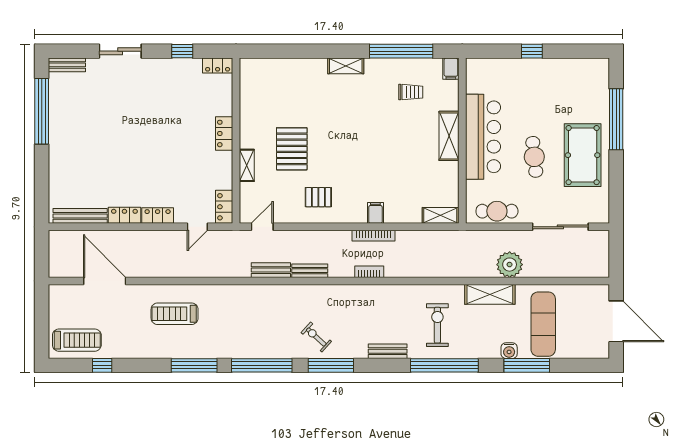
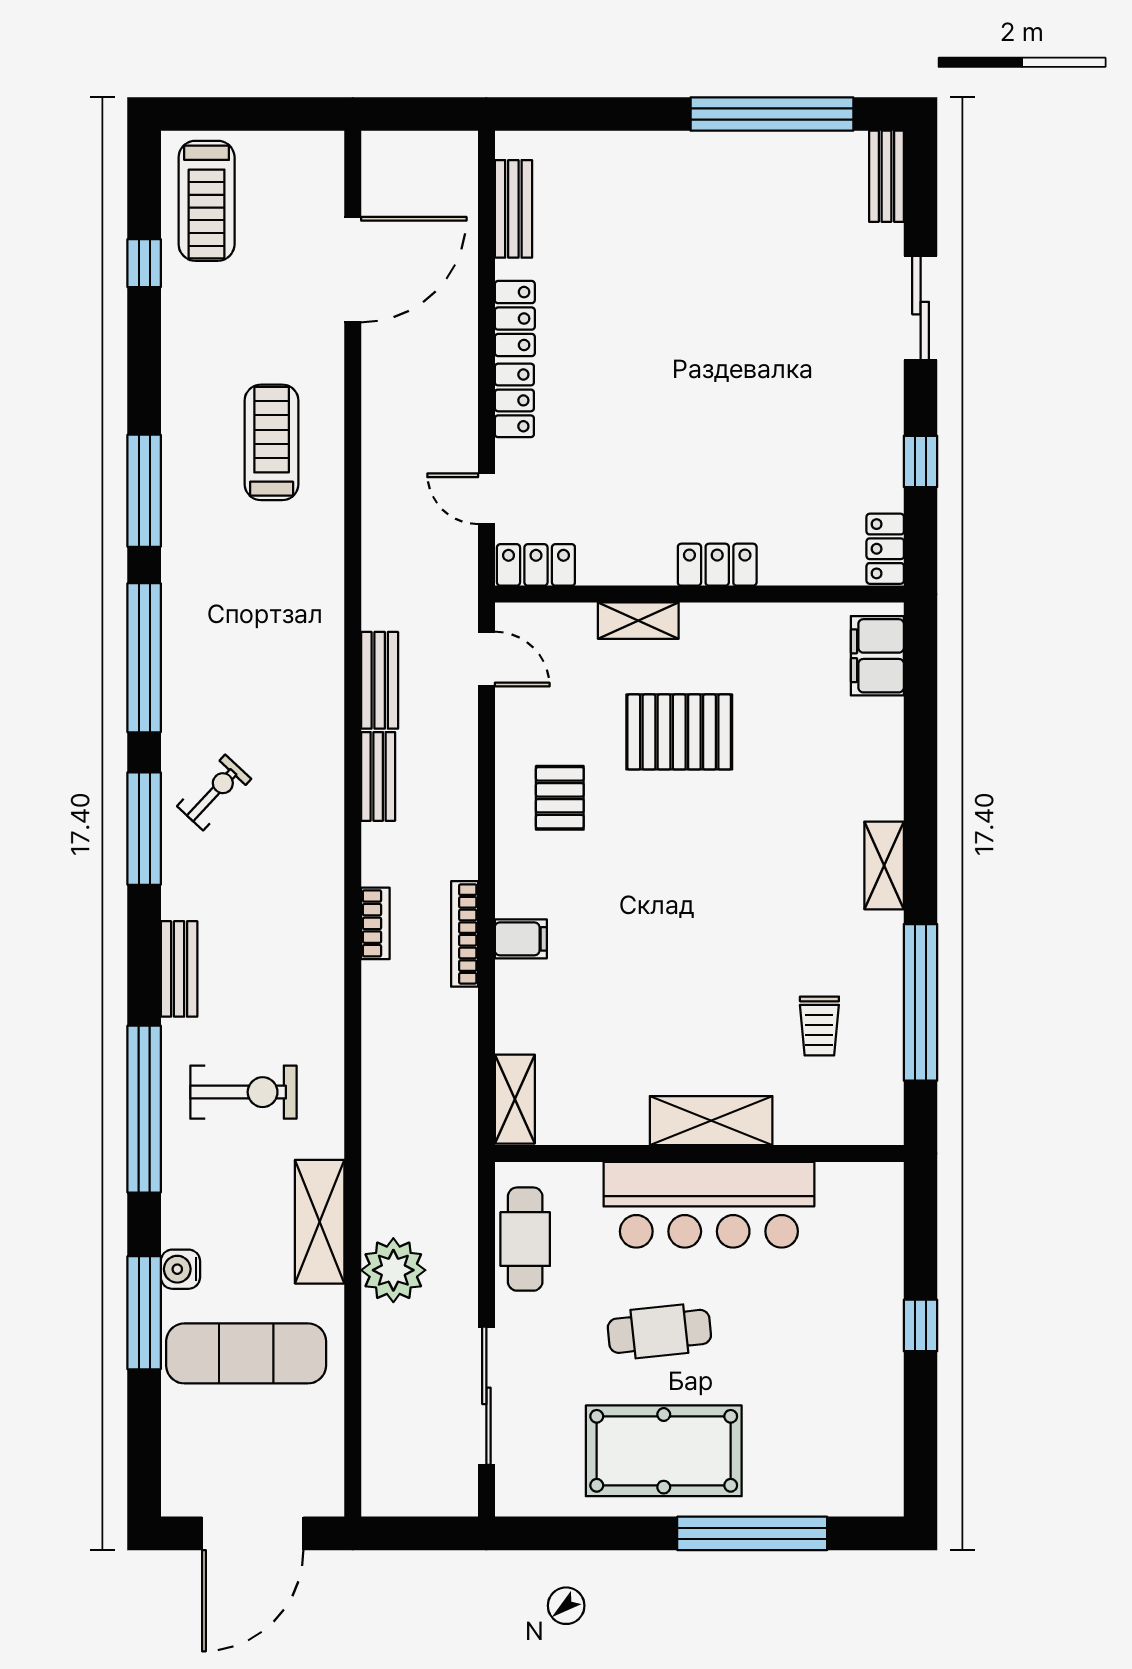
filing cabinet: (451, 69) -> (877, 656), moved, width x2.00
bench: (80, 216) -> (513, 209), width x0.73

